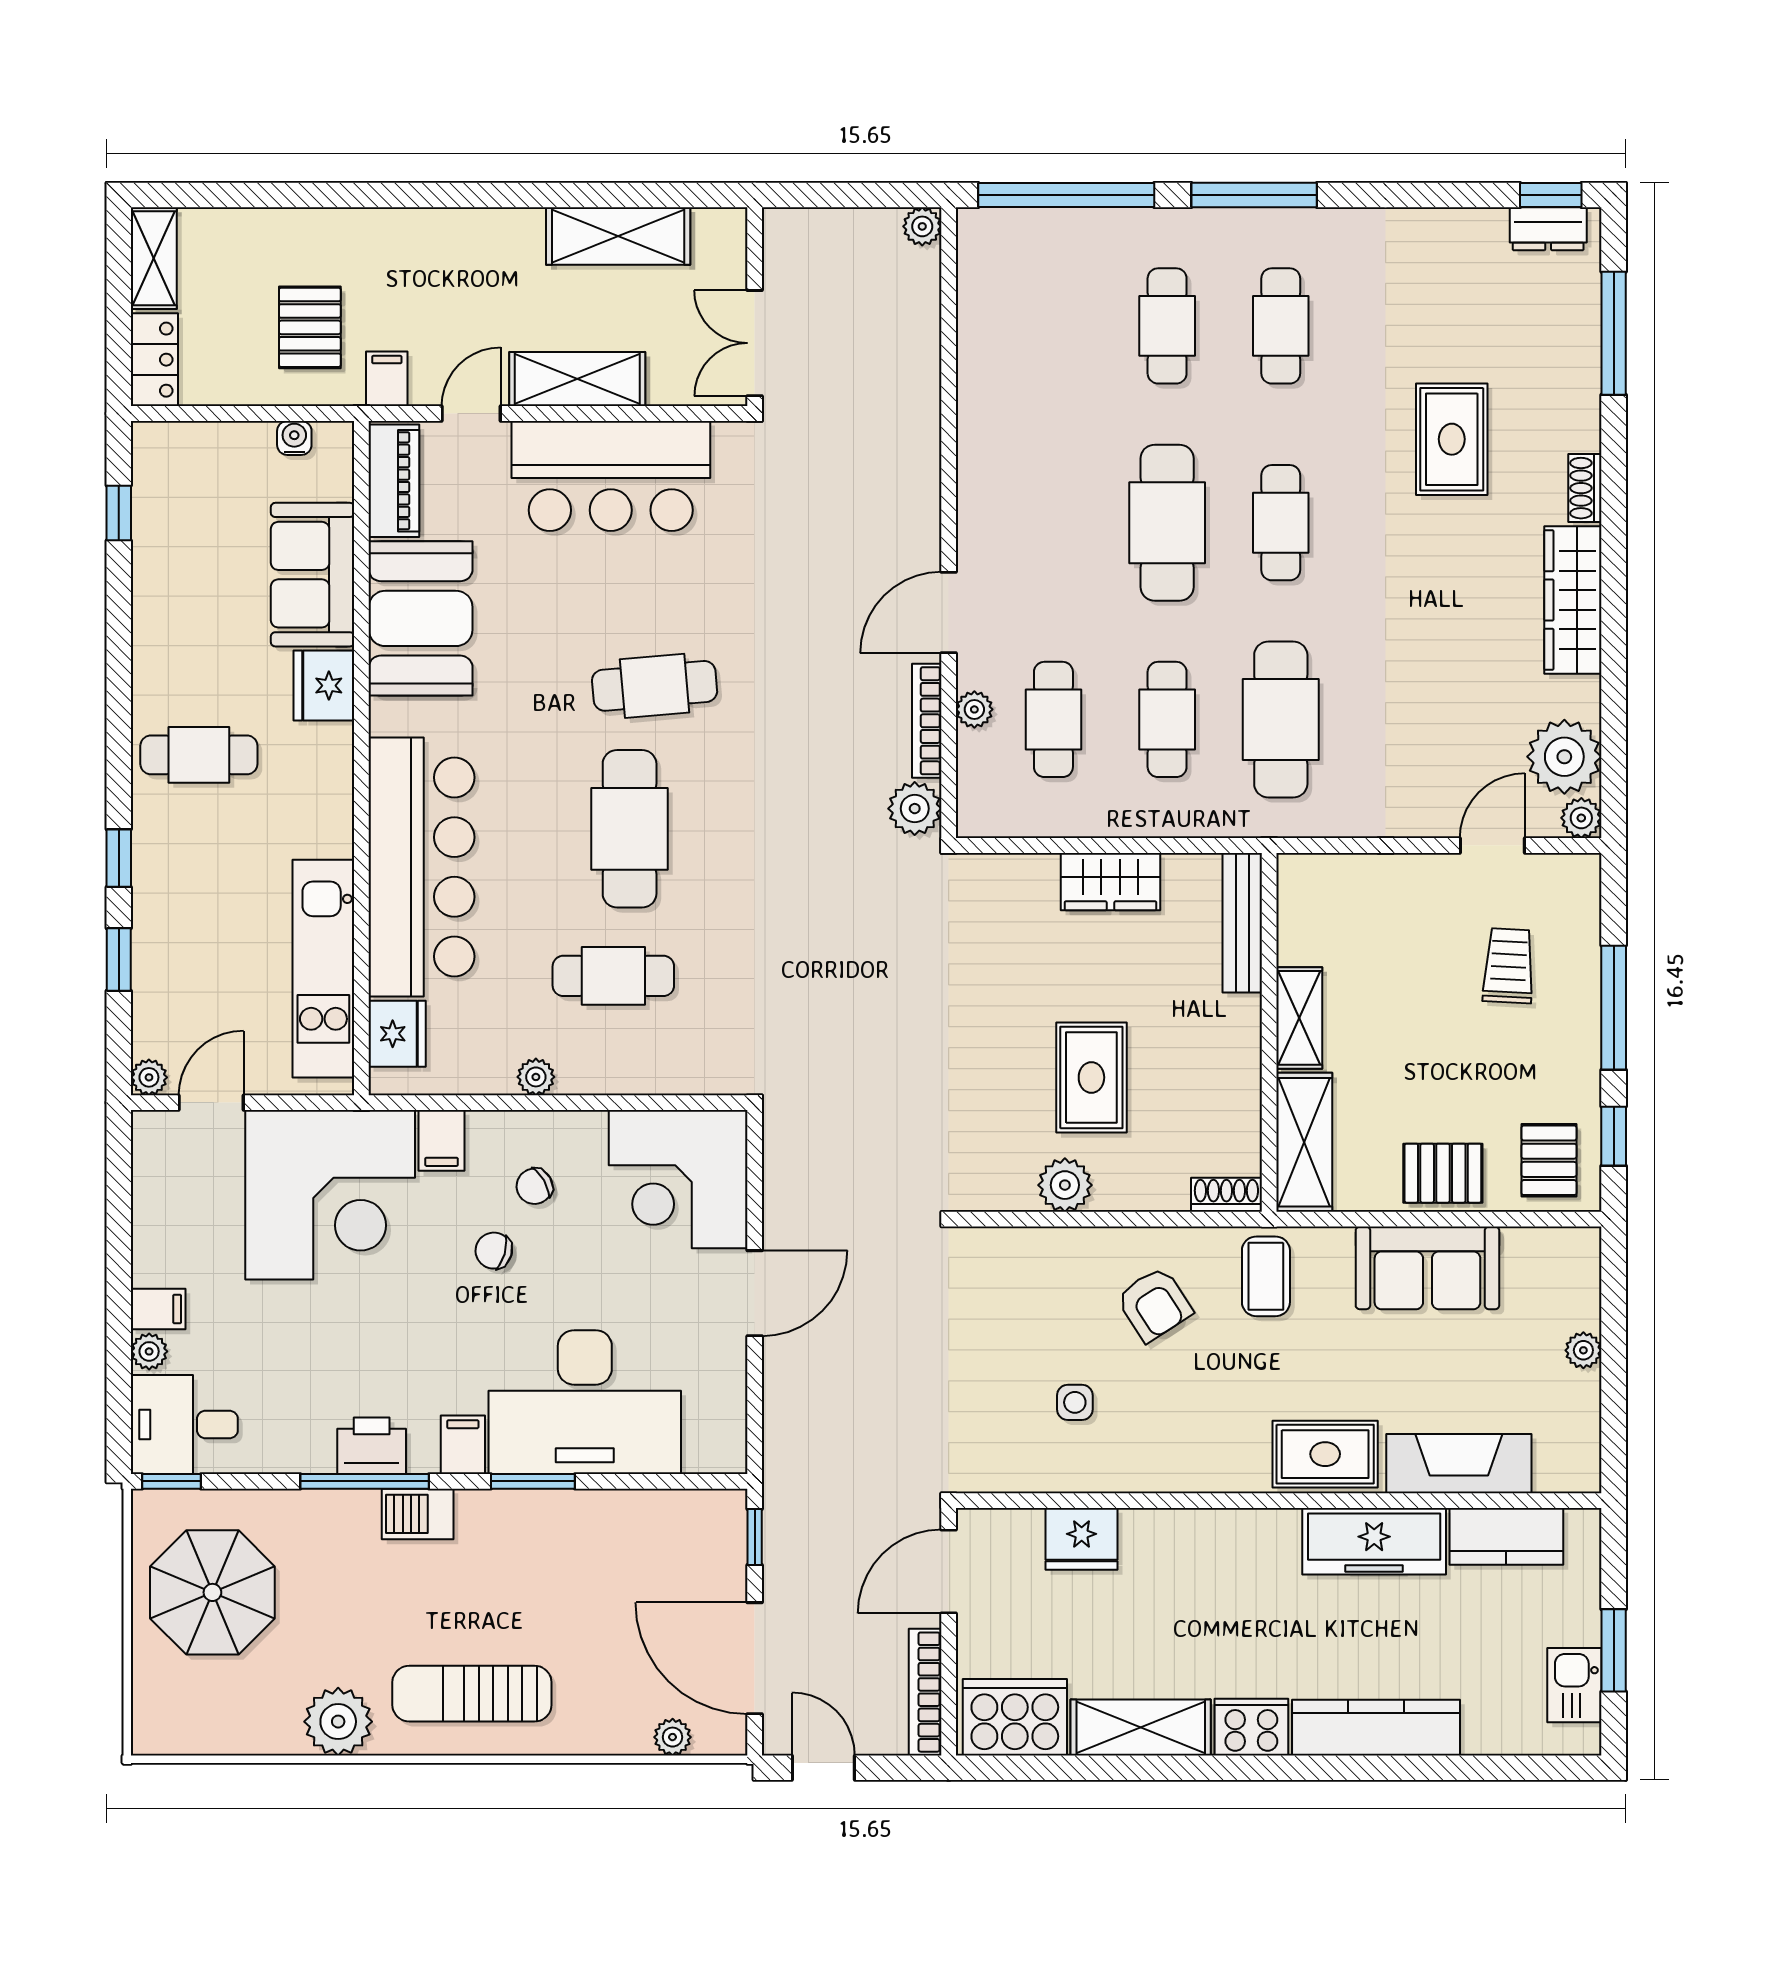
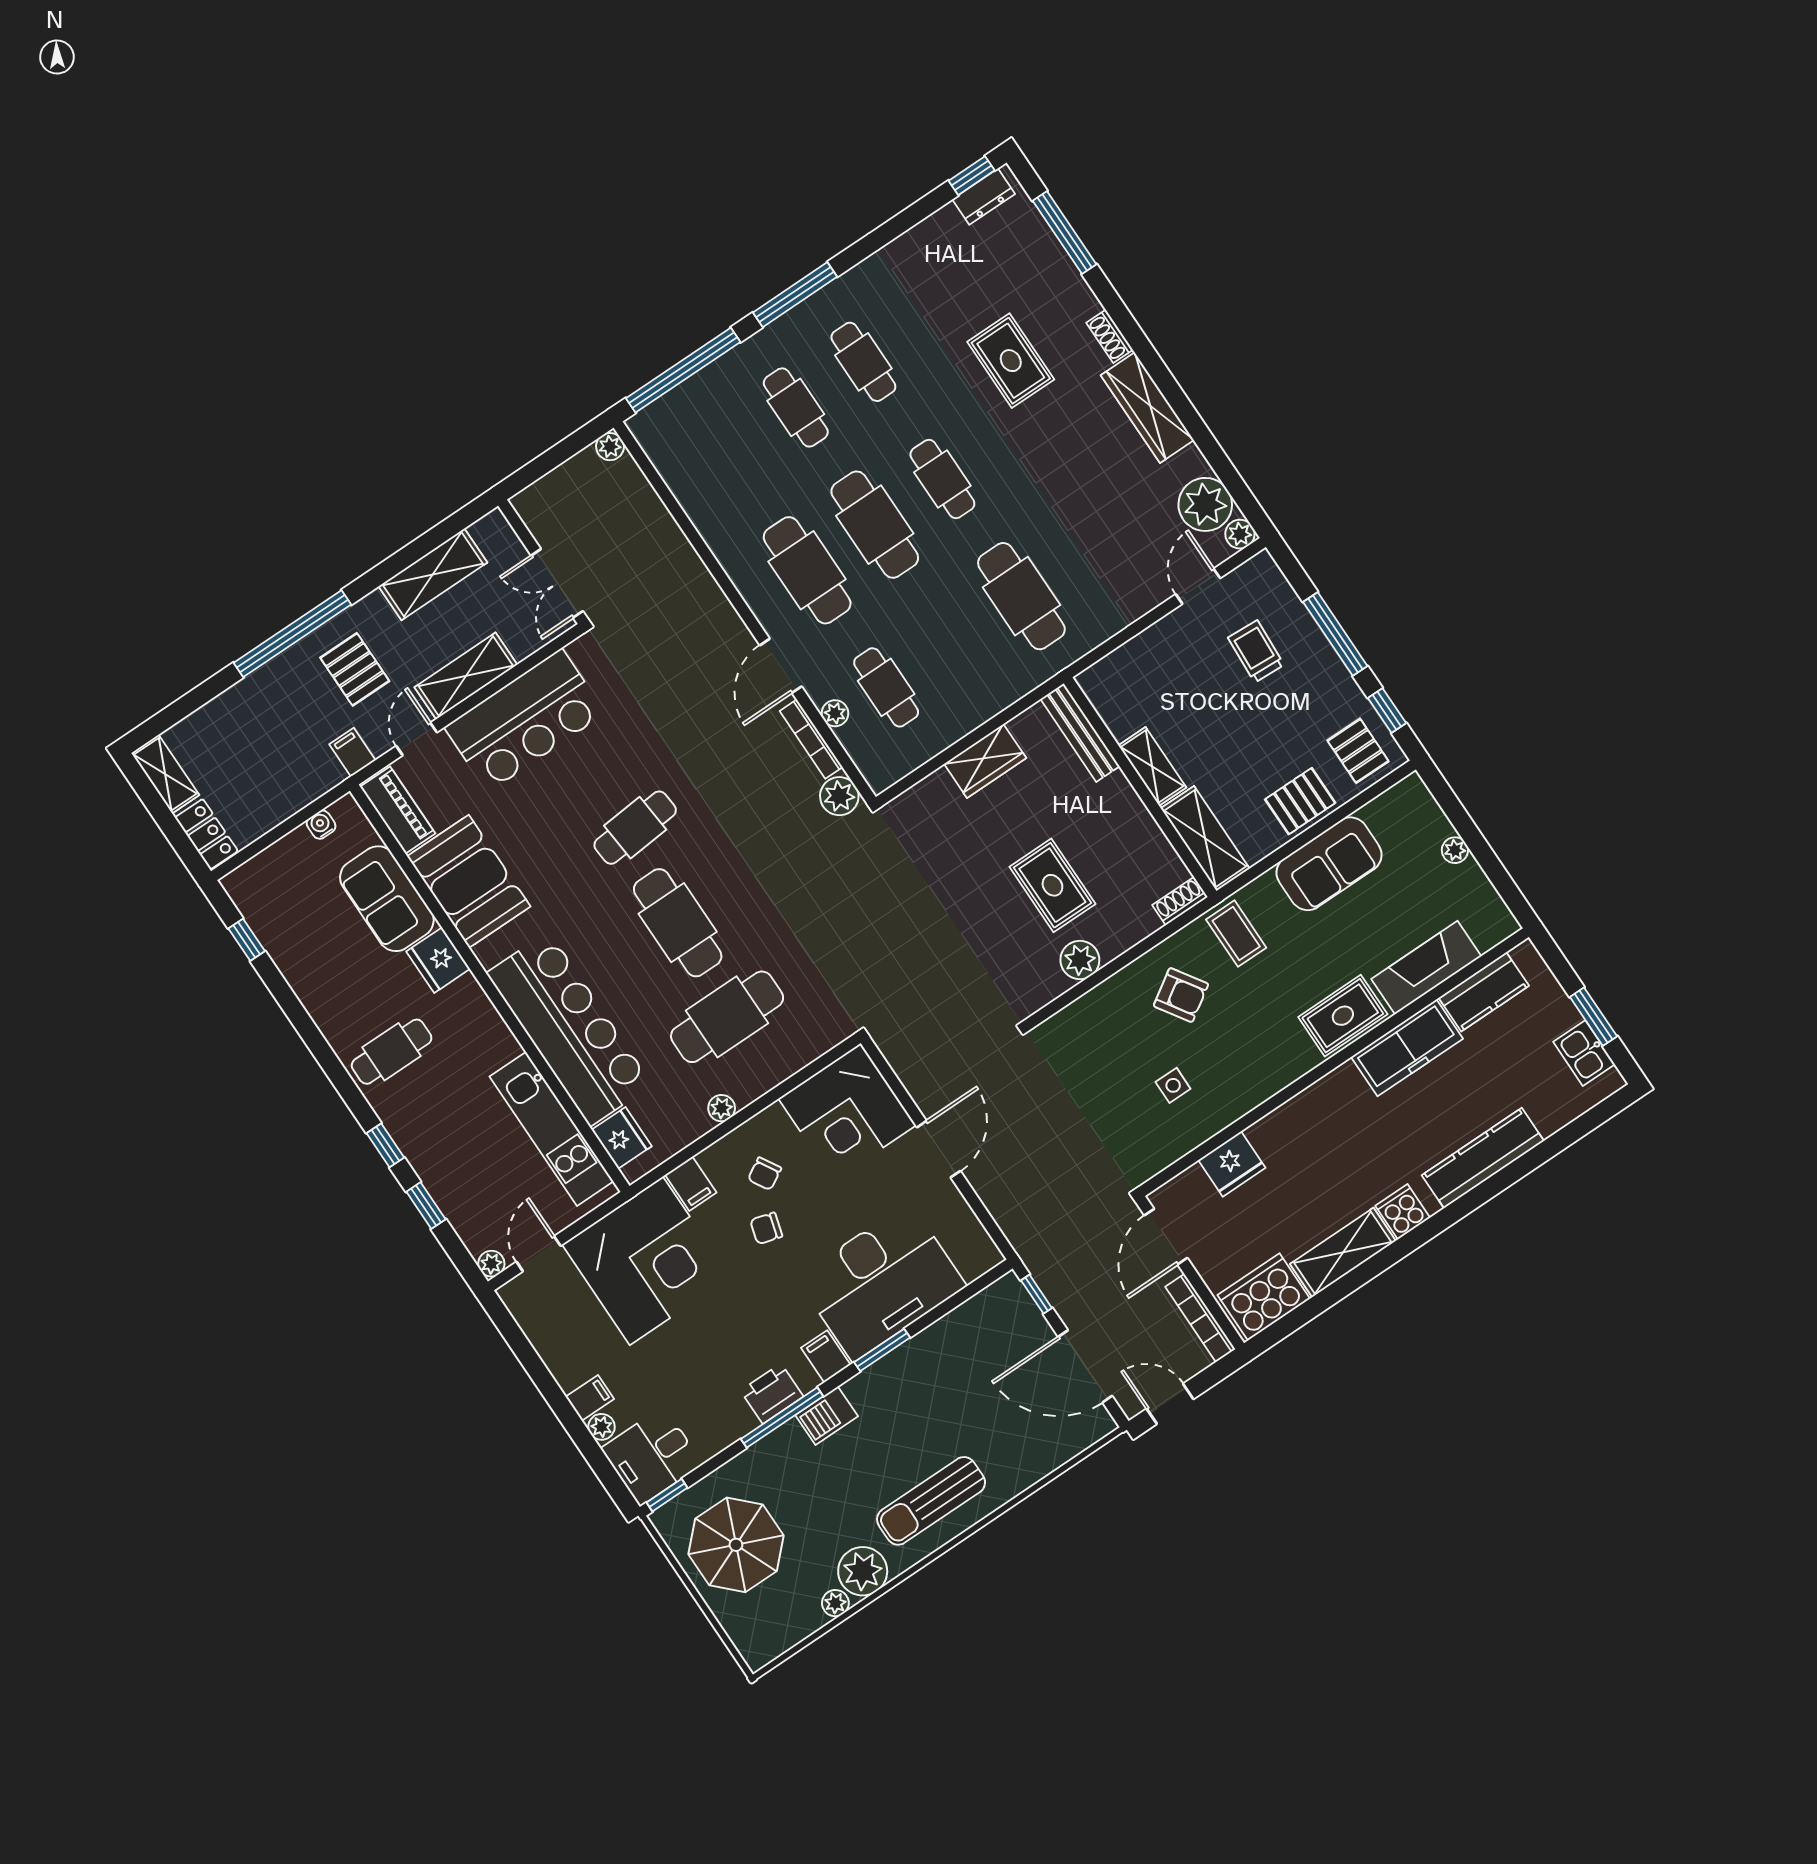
window: (410, 195) -> (292, 634), added
pallet: (310, 327) -> (355, 669), moved
cafe table: (1167, 719) -> (807, 570), moved, width x1.37, depth x1.35
cafe table: (613, 976) -> (727, 1017), width x1.37, depth x1.35
cooker: (1251, 1727) -> (1403, 1212), width x0.73
plant: (673, 1737) -> (835, 1603), moved

